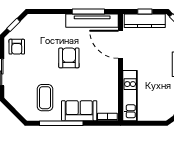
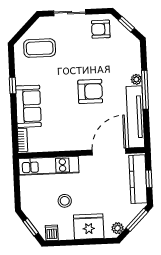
window: (88, 12) -> (145, 90), moved
plant: (60, 19) -> (136, 79), added
stool: (160, 83) -> (65, 201), added
coffee table: (45, 98) -> (40, 48), moved
window: (61, 123) -> (13, 86), width x0.32

